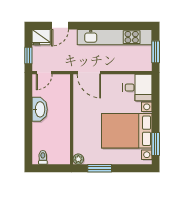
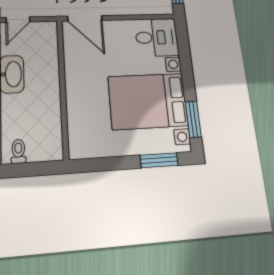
plant: (78, 159) -> (77, 151), removed
window: (100, 168) -> (159, 160), moved

